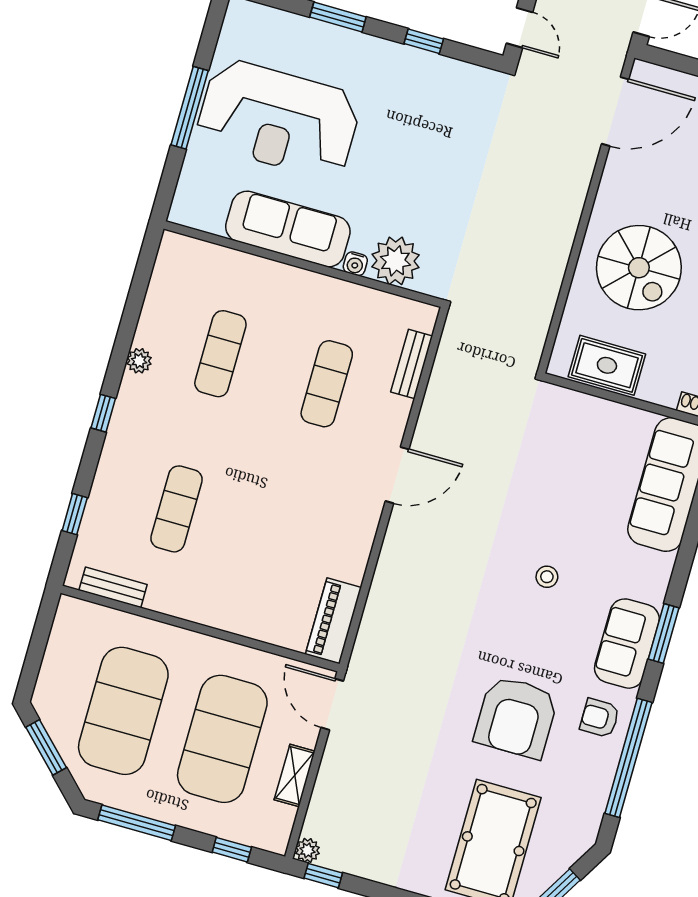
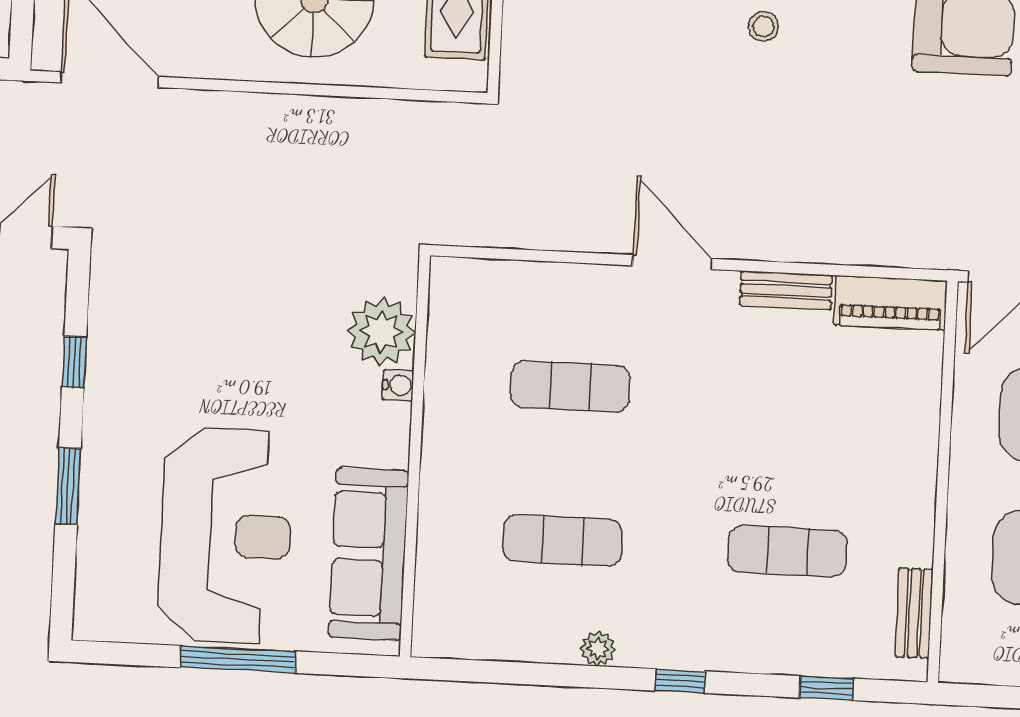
sofa: (288, 229) -> (369, 554), moved
bench: (412, 364) -> (786, 290), moved

